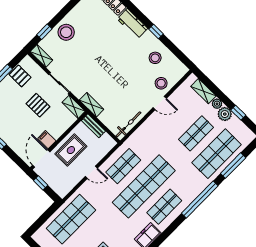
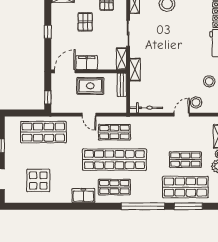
door: (160, 103) -> (182, 115), swing flipped
pallet: (38, 105) -> (85, 22), moved
filing cabinet: (47, 140) -> (87, 63), width x2.00
window: (41, 183) -> (48, 97), moved

